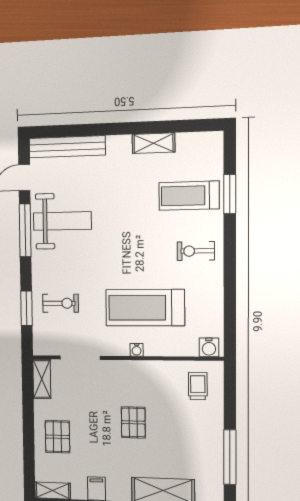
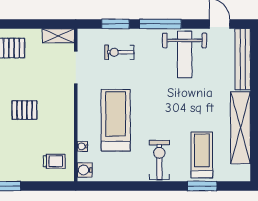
shelving: (154, 143) -> (240, 128), width x2.20, depth x1.33
window: (25, 230) -> (160, 24), moved
exercise bike: (196, 251) -> (159, 160), width x1.38, depth x1.39
exercise bike: (61, 303) -> (119, 52), turned 90
water cooler: (137, 350) -> (82, 146), moved

